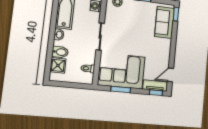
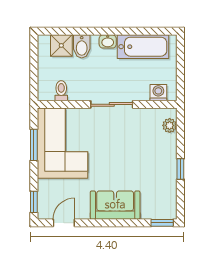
sofa: (165, 22) -> (115, 205), moved
door: (170, 75) -> (64, 223), hinge flipped
tv unit: (155, 86) -> (45, 199), removed

